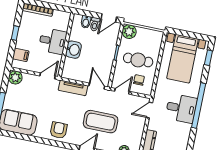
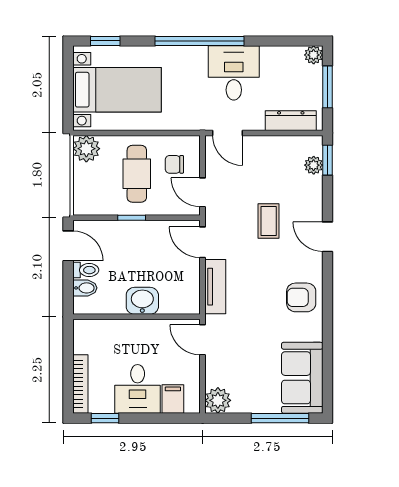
plant: (129, 32) -> (86, 149), moved
window: (15, 33) -> (105, 418), moved
desk: (53, 41) -> (138, 389), moved, turned 180
door: (97, 86) -> (203, 242), hinge flipped
desk: (181, 108) -> (234, 73), moved
coffee table: (101, 122) -> (269, 221), width x0.54, depth x0.58

